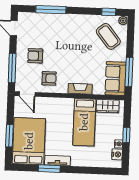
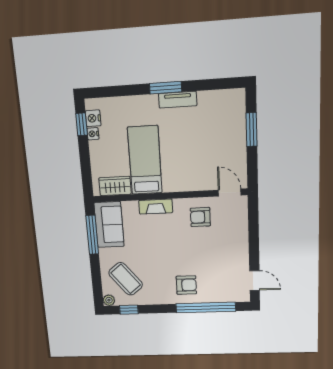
window: (51, 10) -> (206, 307), width x1.46
armchair: (35, 56) -> (186, 285), moved
window: (12, 68) -> (253, 227), removed
window: (126, 135) -> (82, 124), moved
bed: (29, 141) -> (222, 124), removed
window: (49, 169) -> (166, 88), moved

